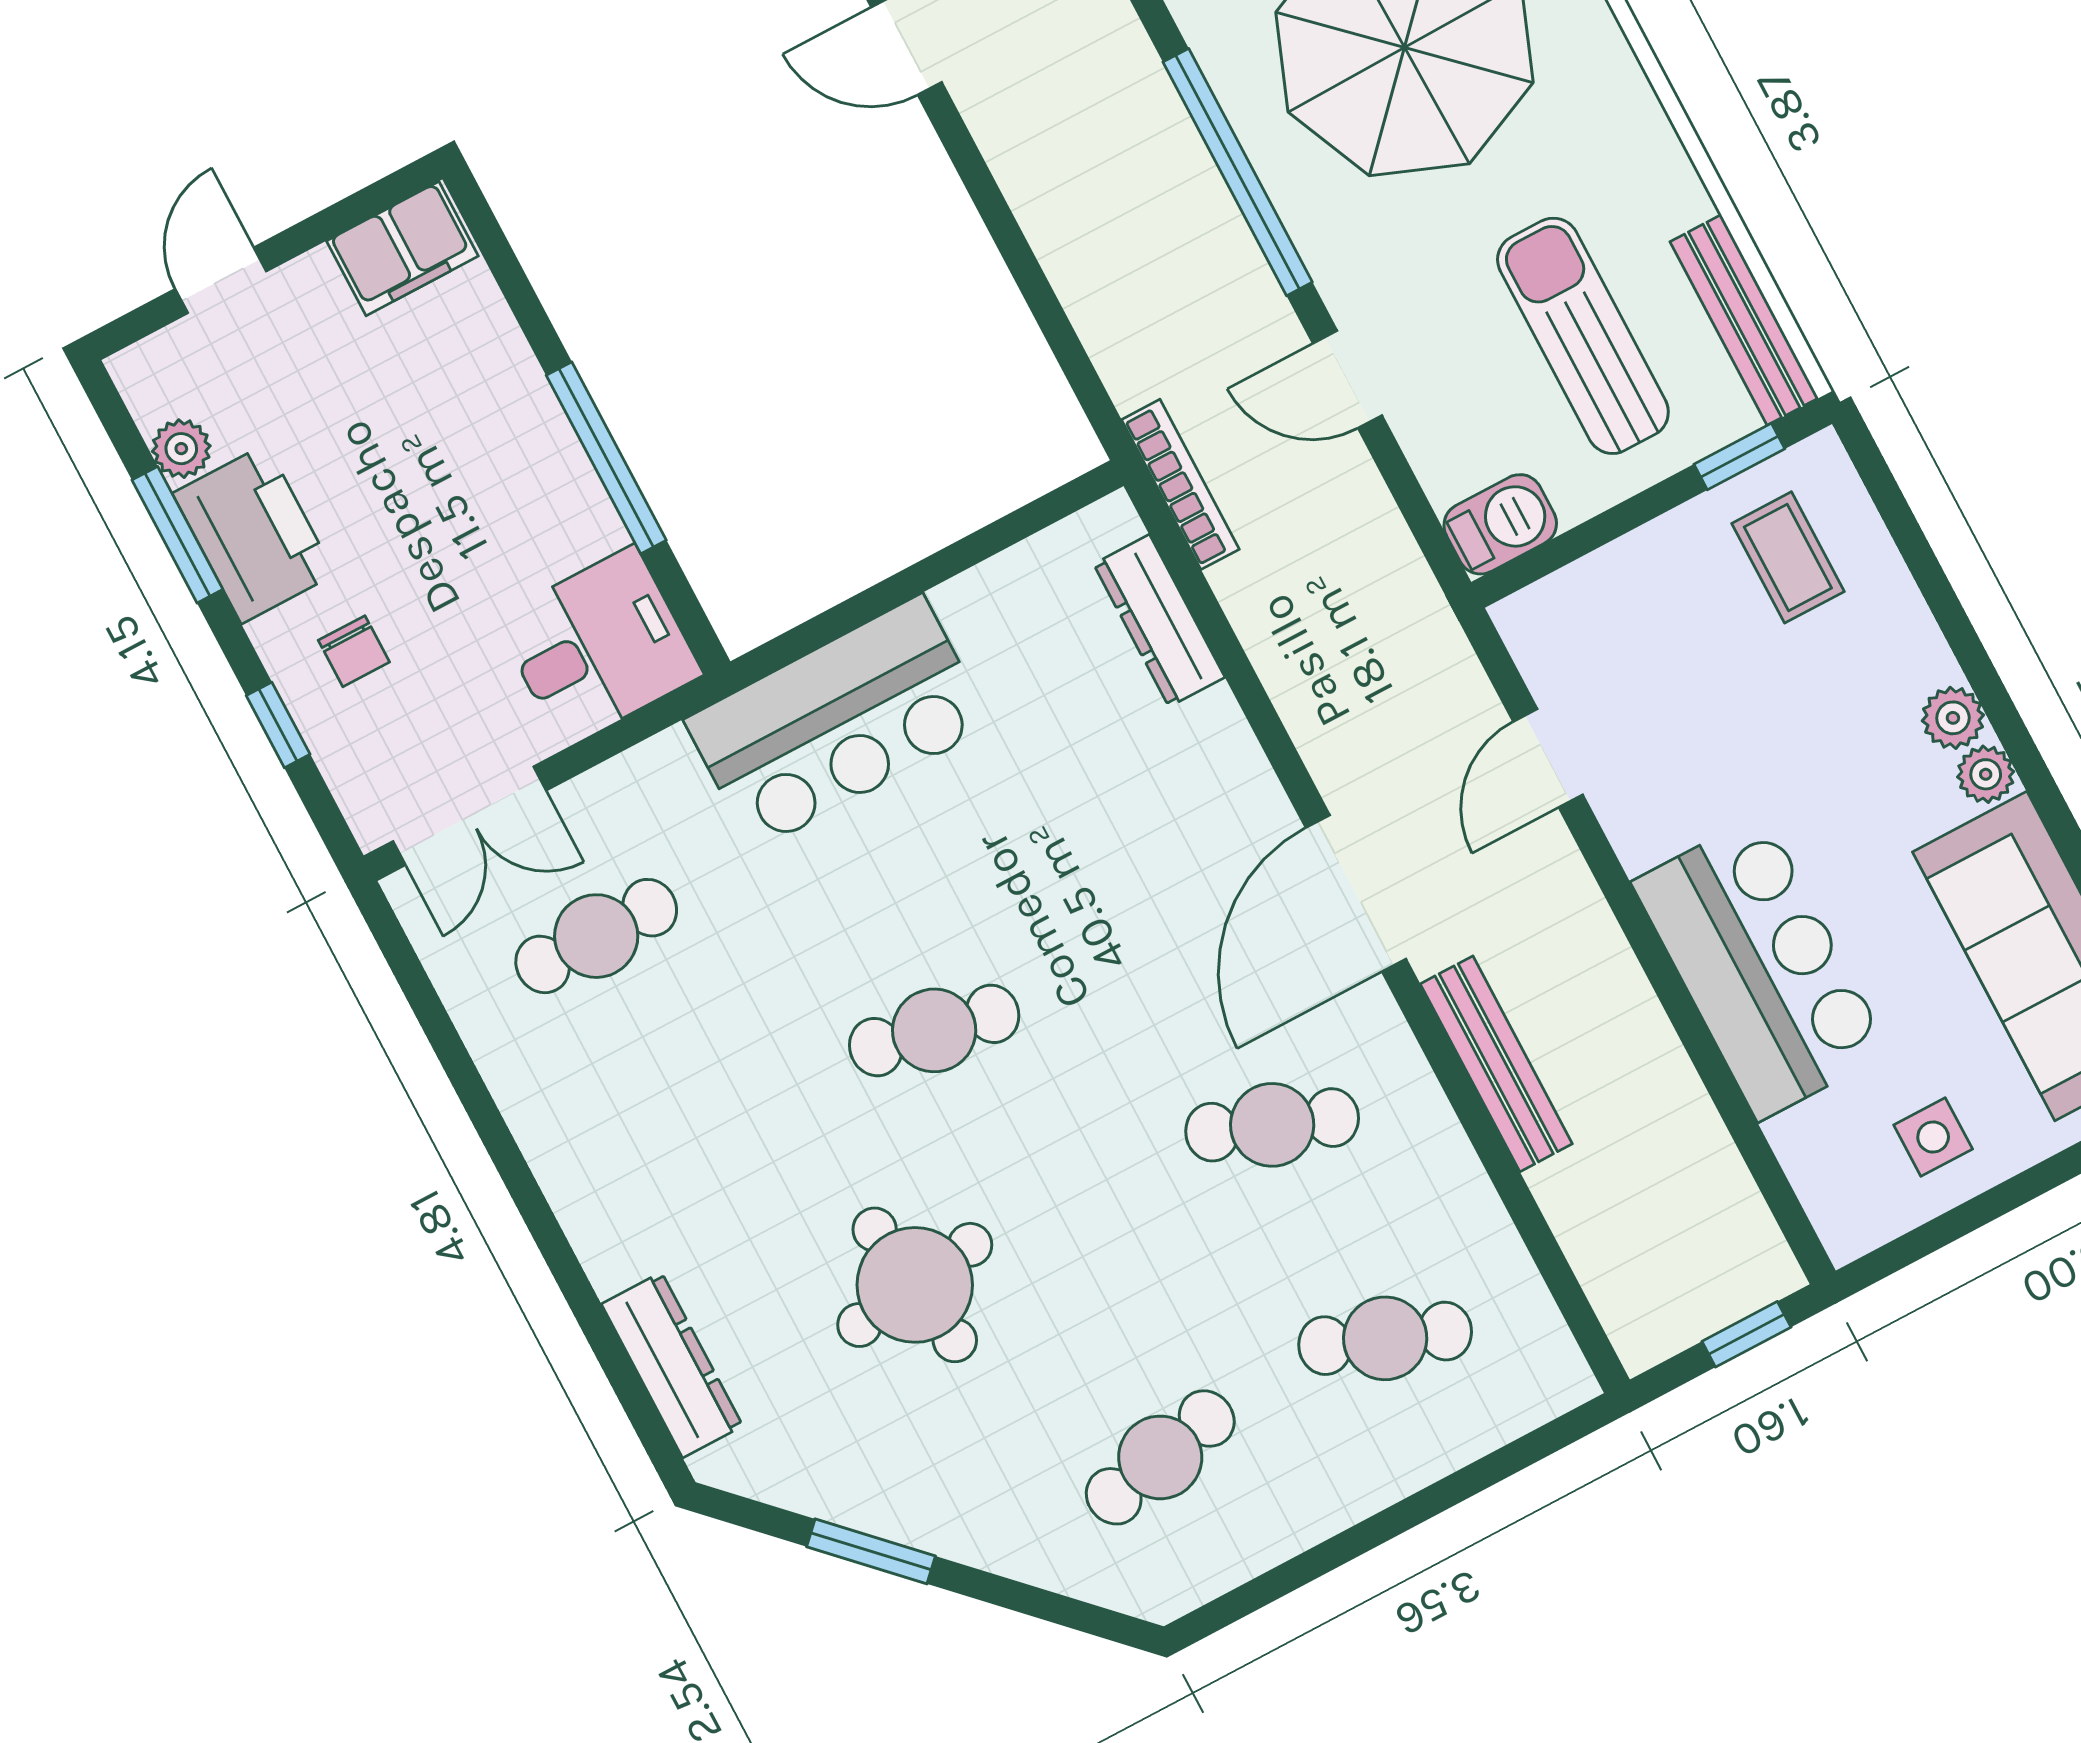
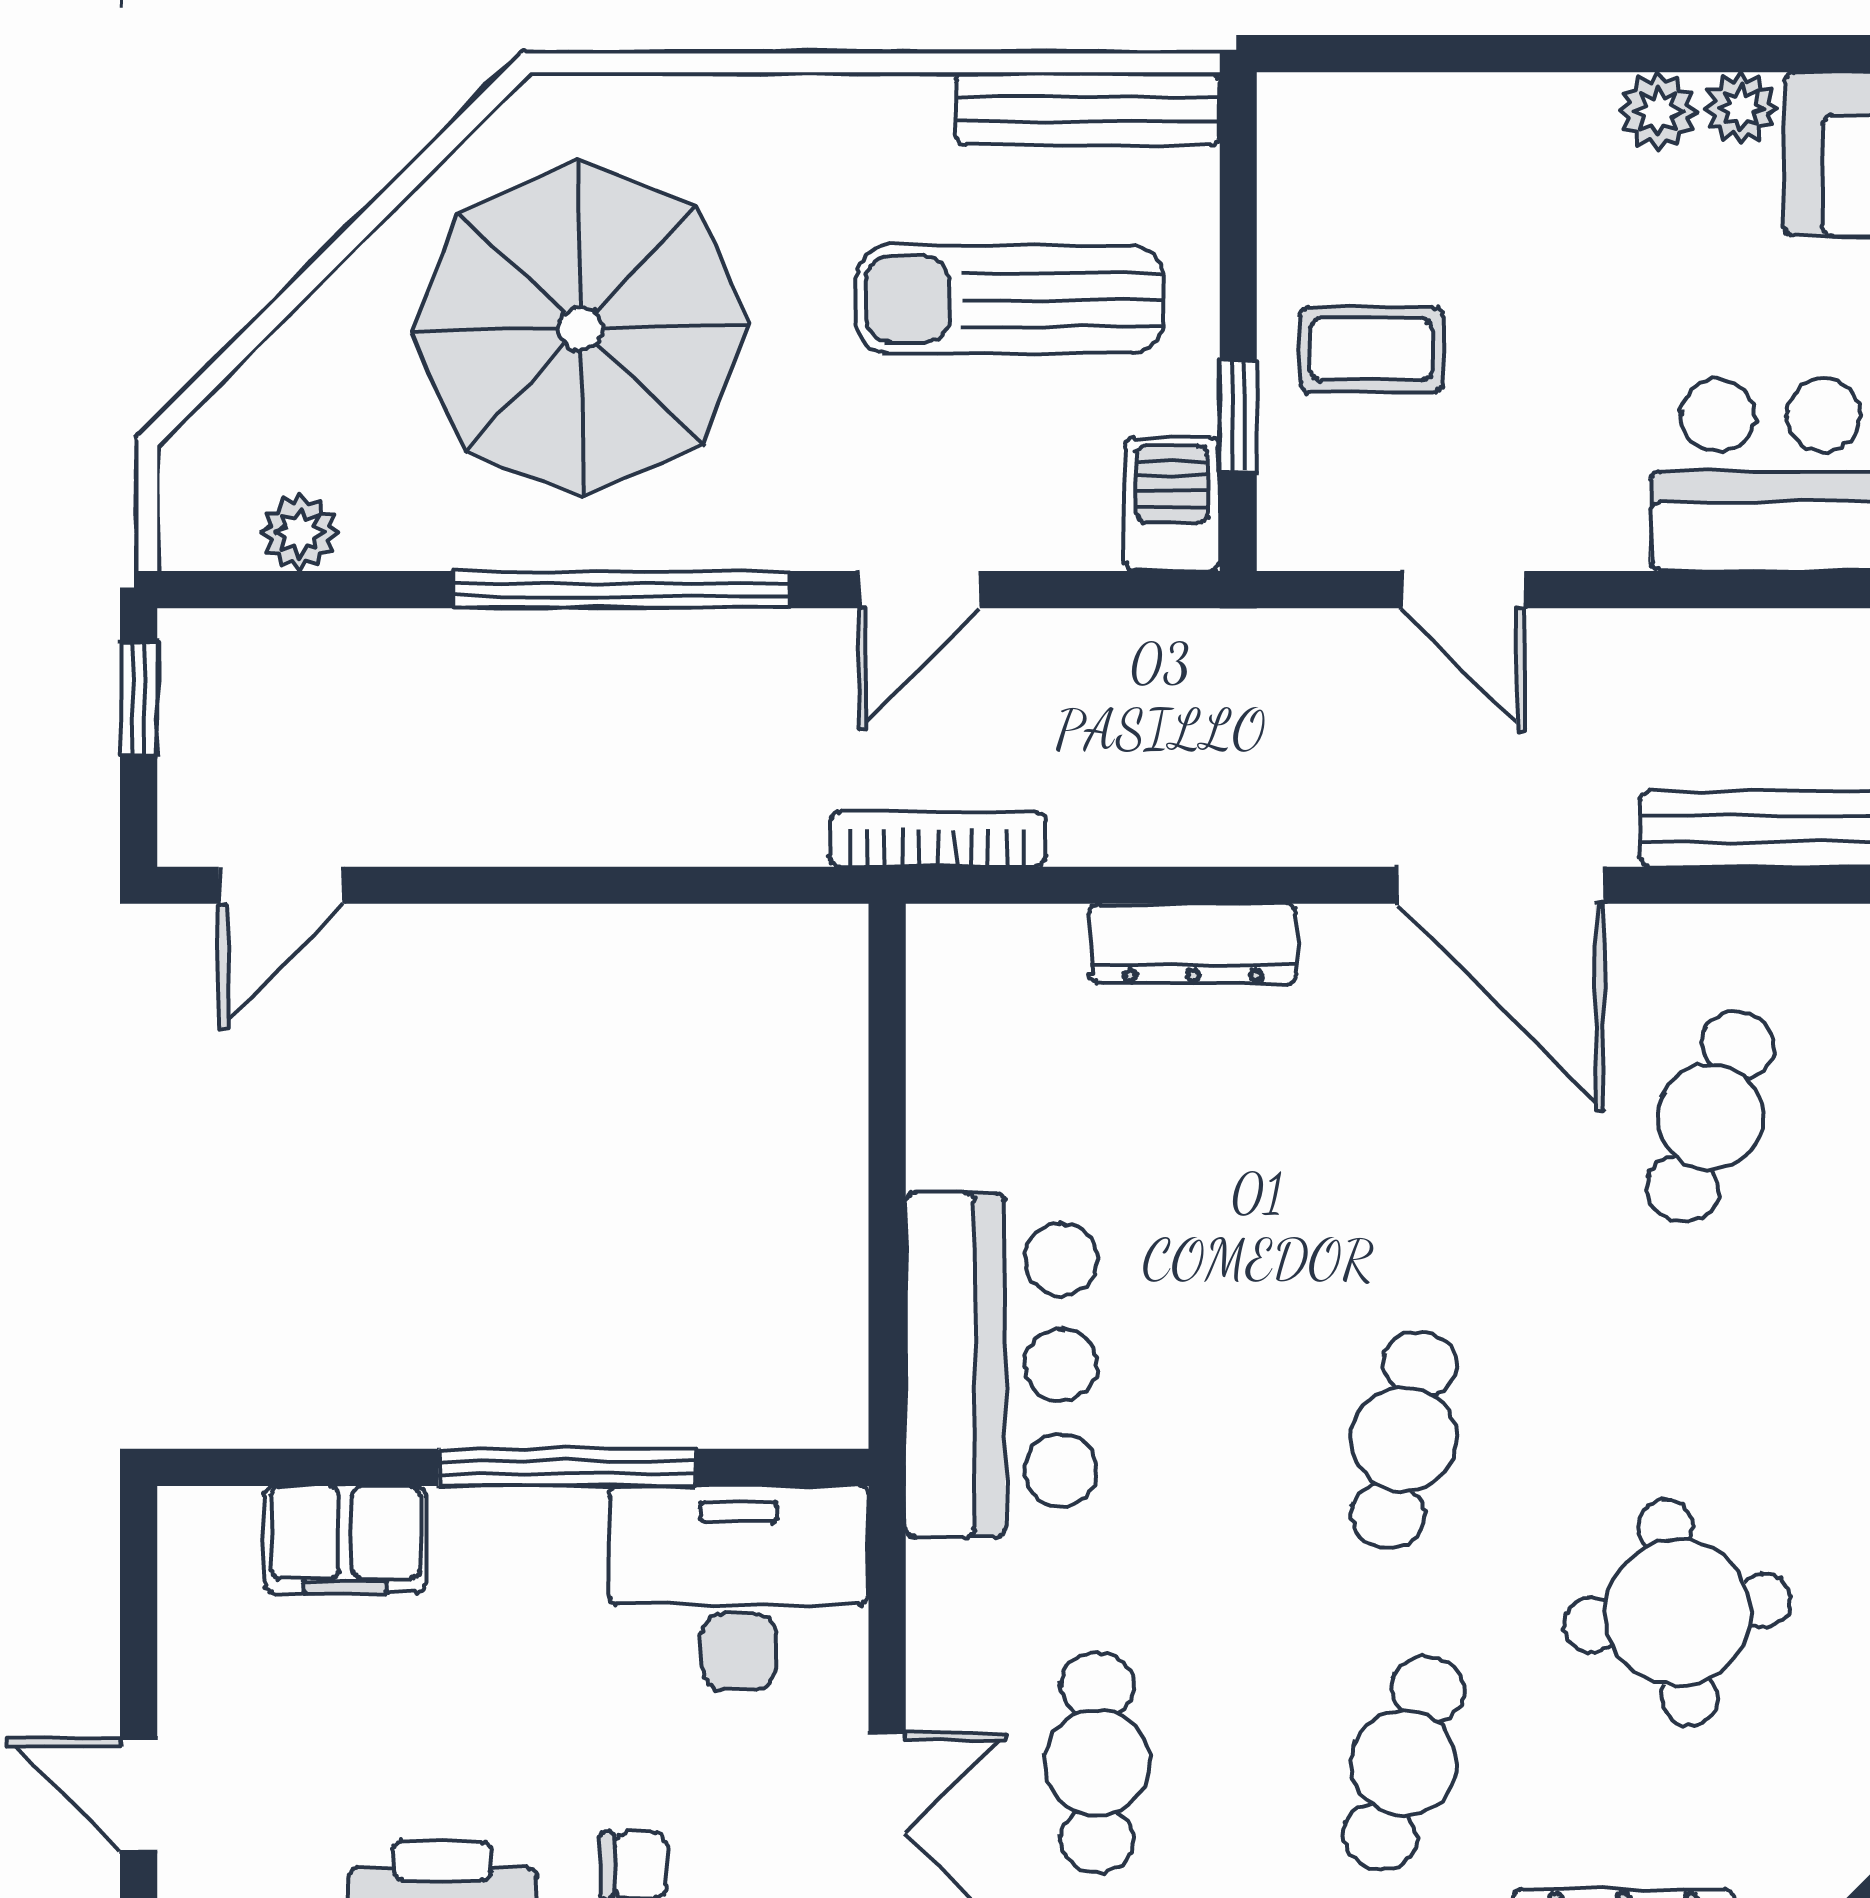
filing cabinet: (402, 249) -> (345, 1540), moved, turned 90
window: (1739, 457) -> (1238, 416), moved
coffee table: (1788, 557) -> (1371, 349), moved
dresser: (1159, 621) -> (1193, 944), moved
desk: (599, 647) -> (739, 1588), width x1.37
cafe table: (709, 1150) -> (1404, 1763), added

